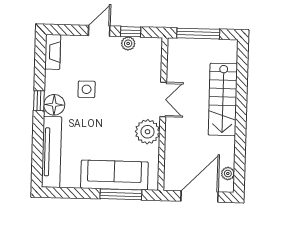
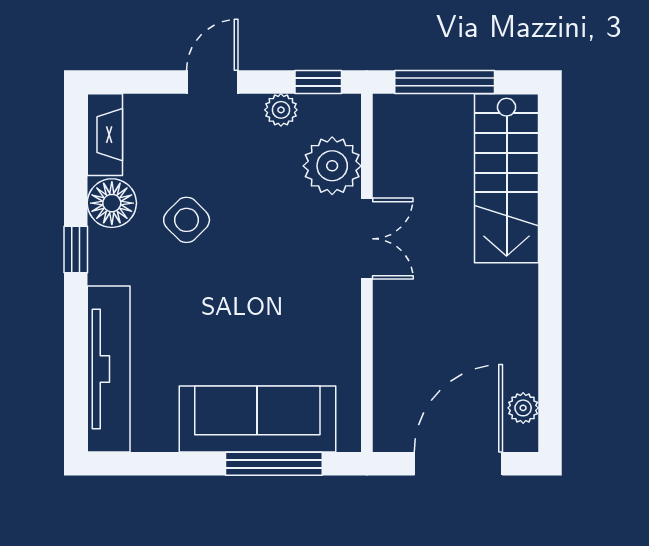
window: (131, 32) -> (318, 82), moved
side table: (87, 89) -> (187, 220), turned 45
stairs: (223, 99) -> (507, 178), moved
floor lamp: (54, 105) -> (112, 203), moved
plant: (148, 132) -> (332, 166), moved

